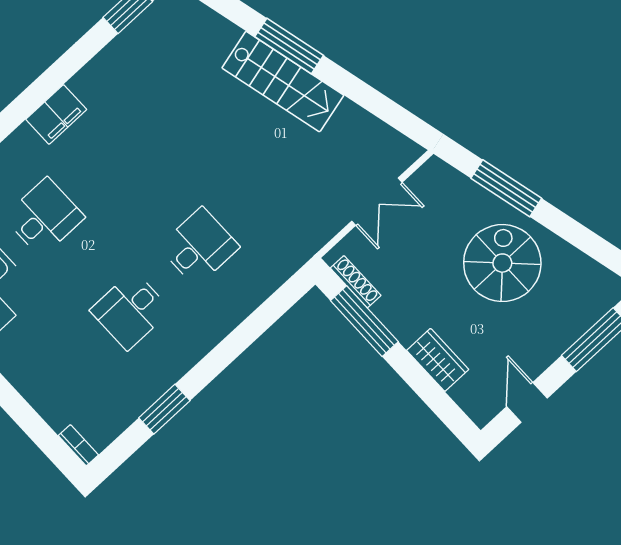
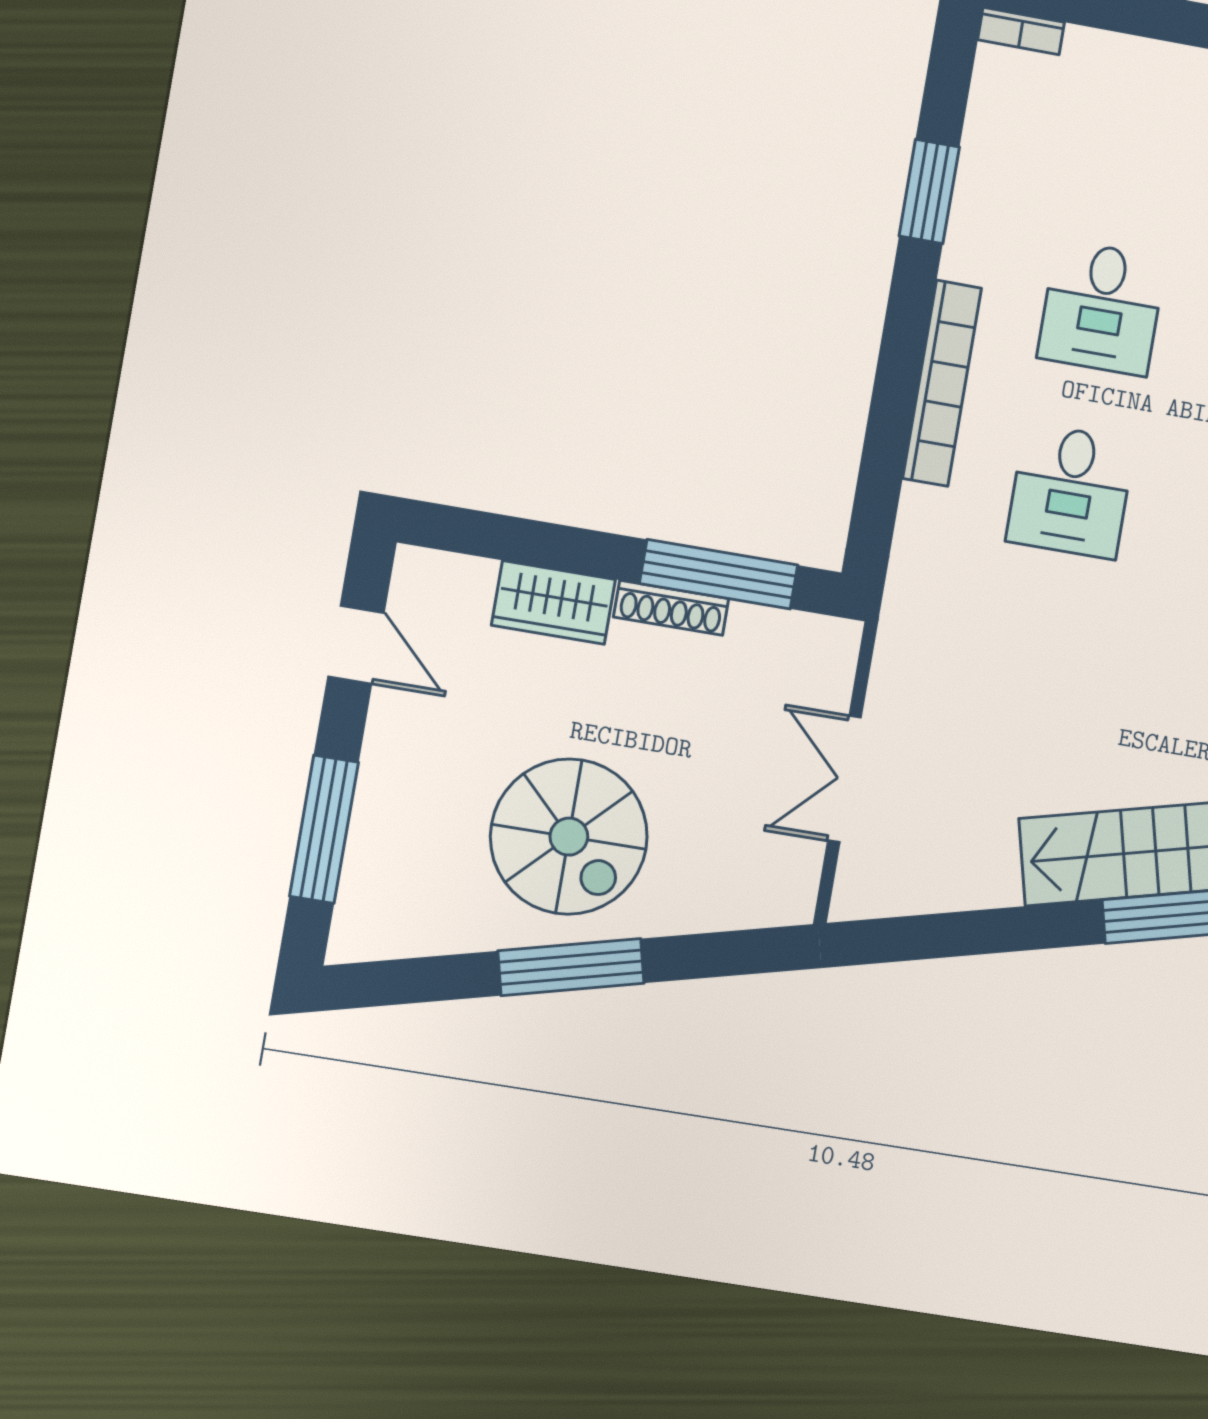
window: (506, 188) -> (571, 967), moved
shoe rack: (356, 282) -> (671, 608), moved
desk: (130, 310) -> (1102, 308), turned 180
bookcase: (218, 329) -> (942, 383), added

